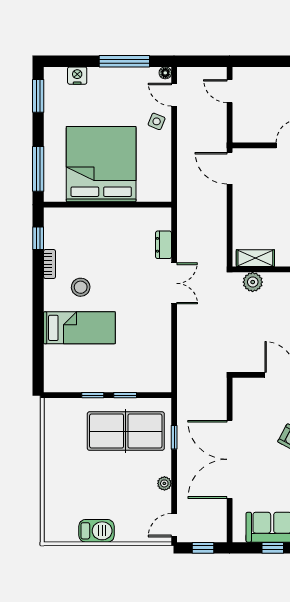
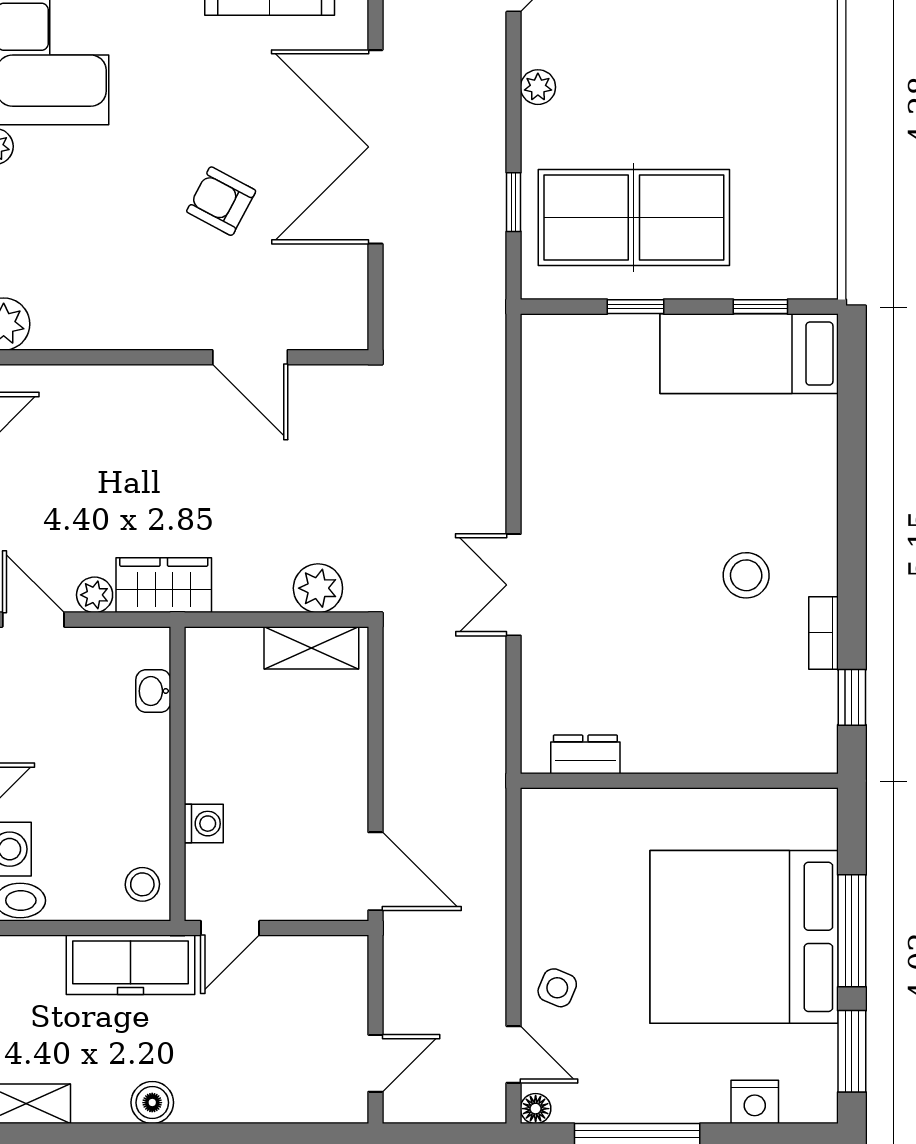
door: (230, 91) -> (375, 1063), hinge flipped
bed: (101, 164) -> (744, 937), moved, turned 90
window: (38, 169) -> (852, 931), moved
dresser: (164, 245) -> (585, 754), moved, turned -90
bed: (79, 328) -> (749, 354), moved
window: (93, 395) -> (760, 307), moved
double door: (230, 459) -> (375, 147), swing flipped

